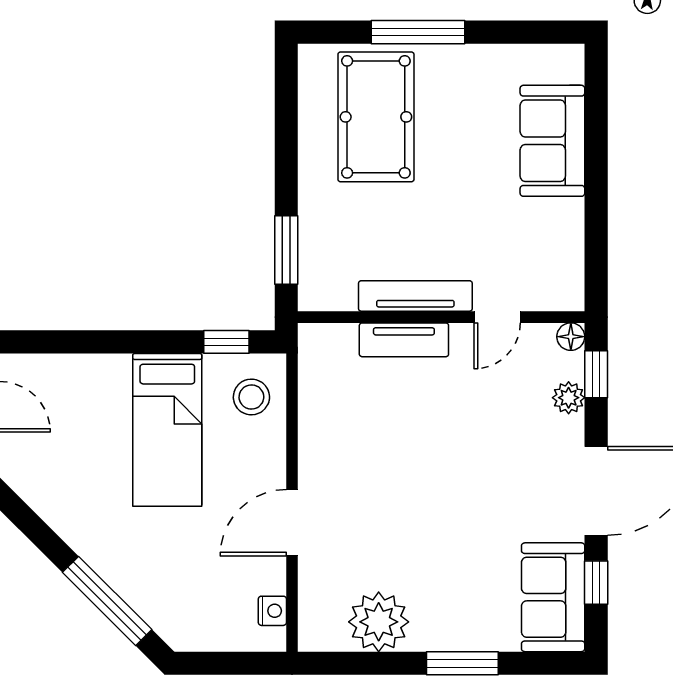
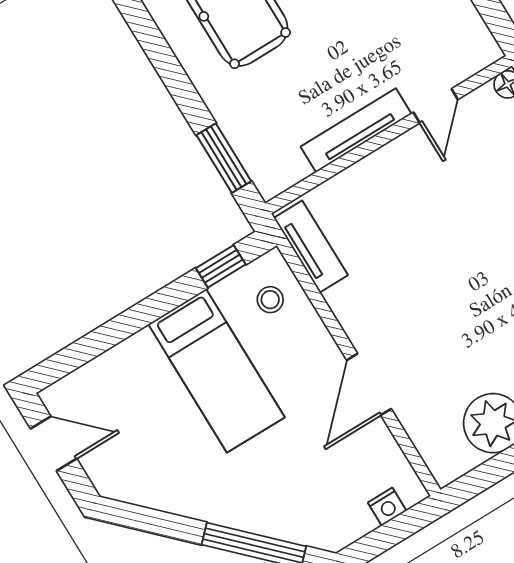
tv unit: (404, 340) -> (311, 247), moved, turned -90
stool: (251, 397) -> (270, 300), width x0.73, depth x0.73
nightstand: (272, 611) -> (387, 507), moved, turned 90

